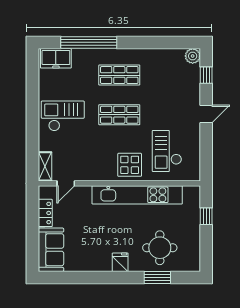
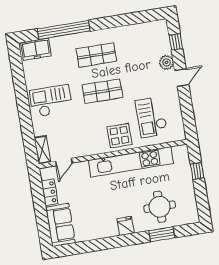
plant: (193, 56) -> (166, 62), moved

